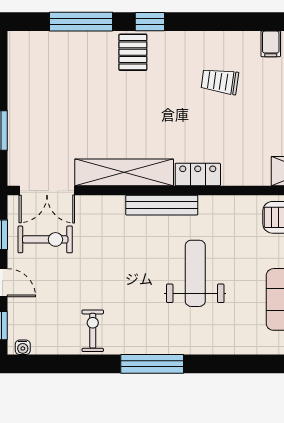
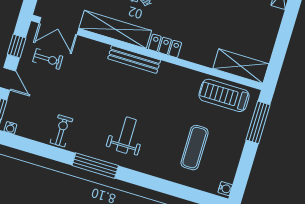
exercise bike: (45, 239) -> (48, 59), width x0.73, depth x0.72
weight bench: (195, 273) -> (126, 135), moved, width x0.73, depth x0.75

